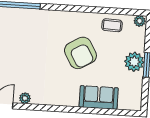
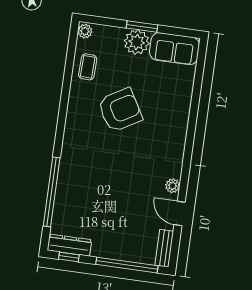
sofa: (99, 97) -> (174, 49), moved, turned -90

